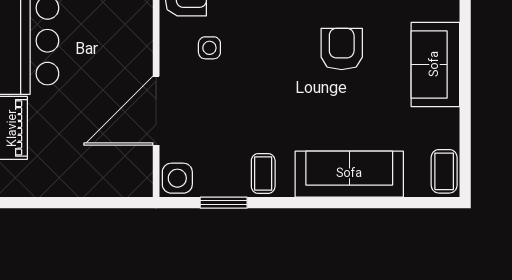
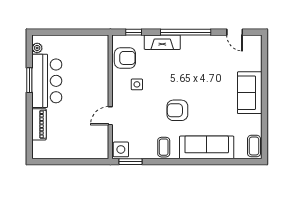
armchair: (342, 49) -> (177, 110), moved, turned -90
door: (156, 111) -> (110, 116), width x0.53
window: (224, 203) -> (130, 162), moved

